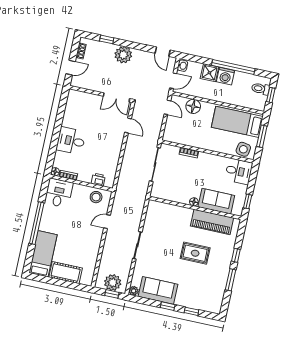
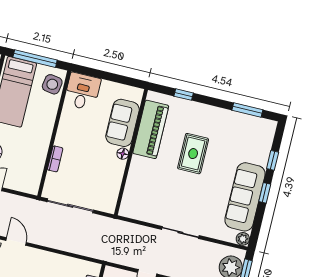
door: (128, 126) -> (16, 241), hinge flipped
window: (262, 136) -> (35, 59), width x1.44
window: (248, 201) -> (124, 80), removed
window: (236, 255) -> (184, 95), moved
window: (231, 280) -> (247, 110), moved
sofa: (158, 290) -> (245, 197), width x1.36

